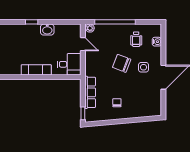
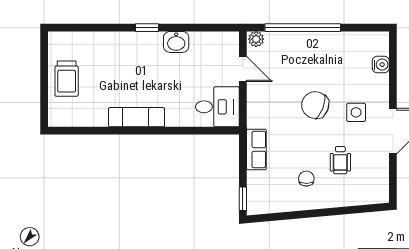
wheelchair: (136, 39) -> (340, 160), moved
exam couch: (36, 70) -> (136, 117), moved
row of seats: (90, 92) -> (256, 149), width x0.68

